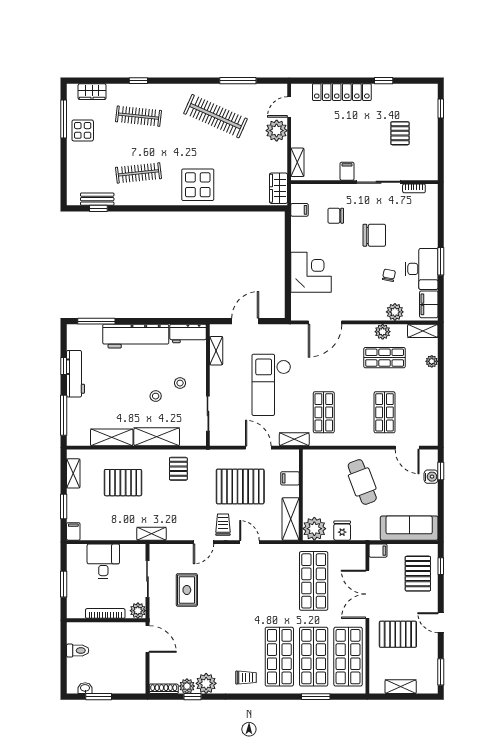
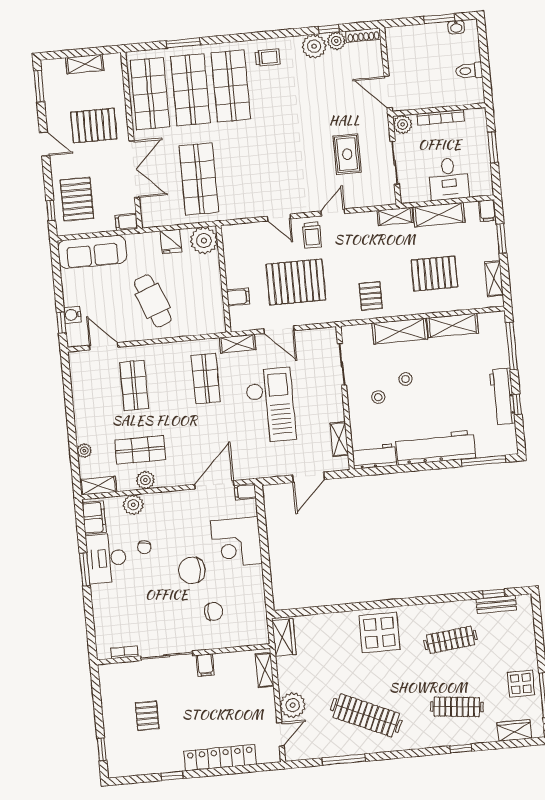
filing cabinet: (299, 210) -> (245, 492), moved
chair: (374, 235) -> (192, 570), moved
shelving: (291, 519) -> (439, 215), moved, turned 90
trolley: (246, 678) -> (268, 58), turned 180

